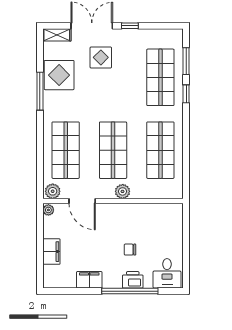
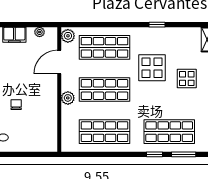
display table: (59, 75) -> (152, 68), moved
window: (40, 91) -> (157, 25), width x0.46
plant: (48, 210) -> (40, 32), moved

